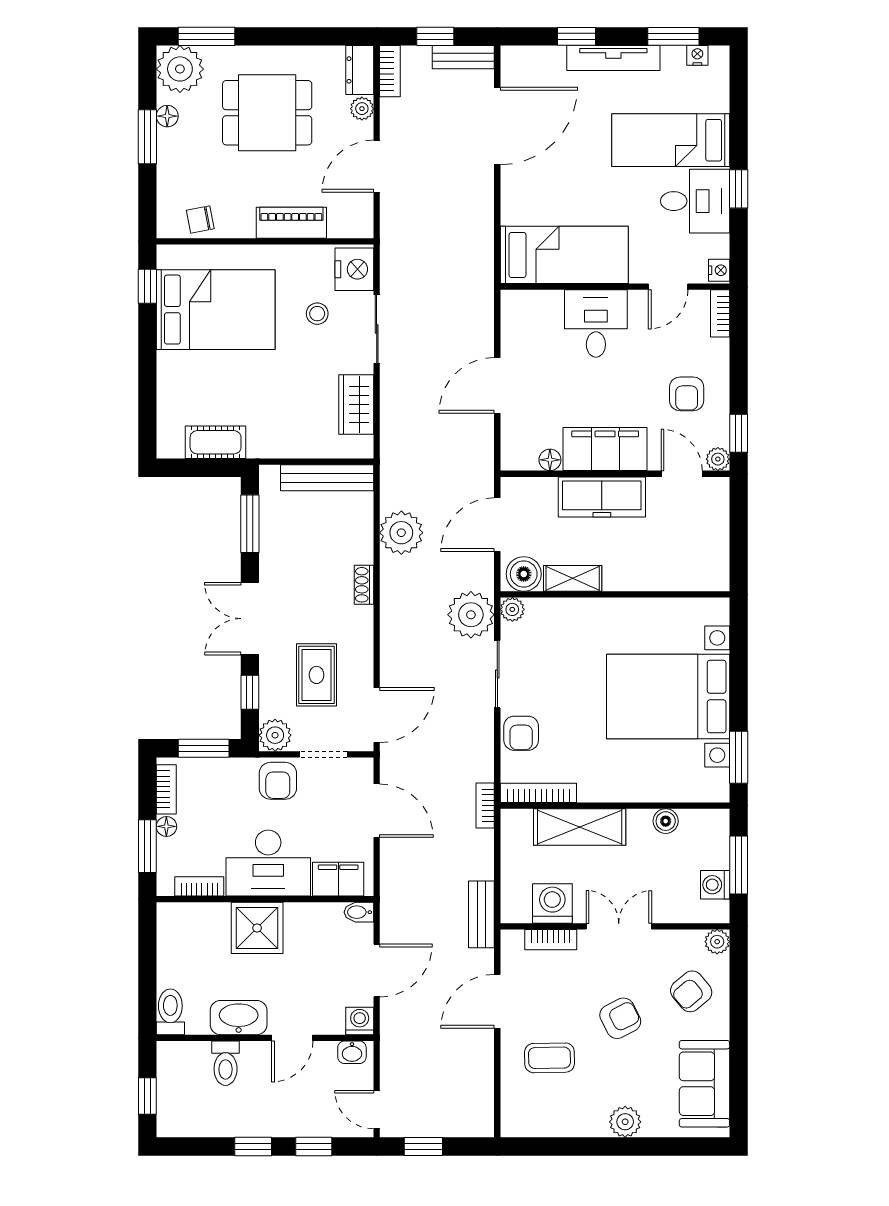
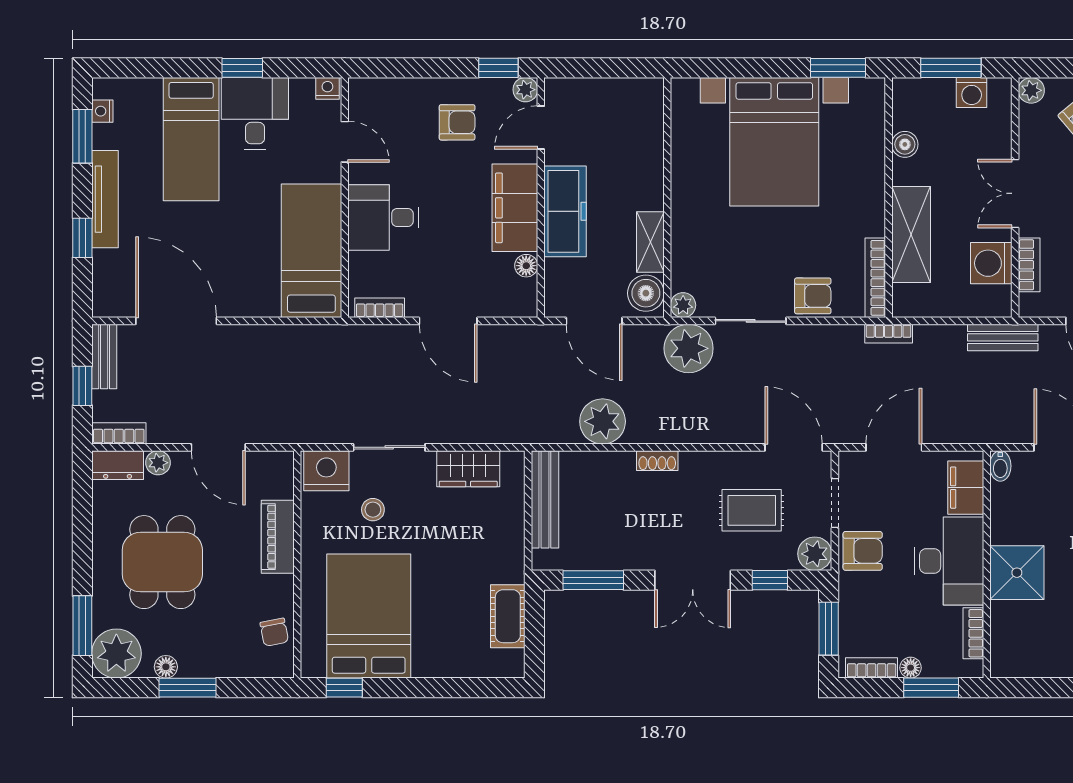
bookcase: (720, 313) -> (380, 308), moved, turned 180

